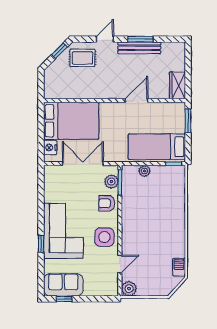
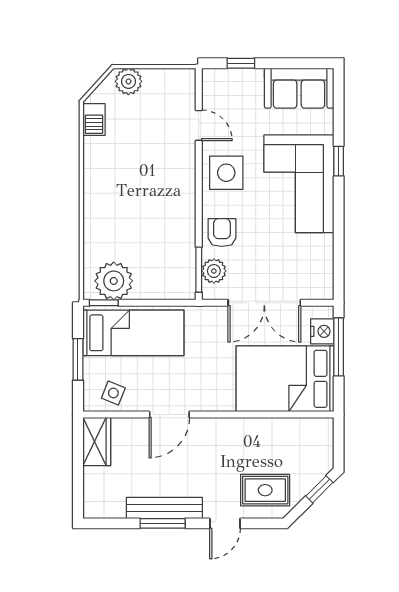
window: (59, 51) -> (319, 489), moved
side table: (168, 113) -> (113, 393), added
window: (188, 121) -> (78, 359), moved
window: (41, 139) -> (339, 347), added
plant: (144, 171) -> (114, 281), moved, width x1.88, depth x1.88
armchair: (107, 203) -> (222, 233), turned -90
door: (120, 264) -> (199, 125), swing flipped
plant: (129, 289) -> (128, 81), moved
window: (64, 299) -> (241, 63), moved

